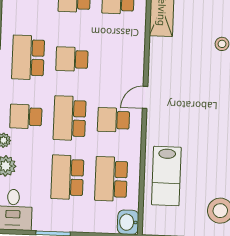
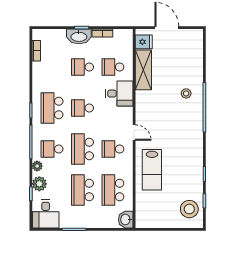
desk: (126, 40) -> (119, 94), added
door: (145, 97) -> (134, 133), swing flipped
lab bench: (166, 176) -> (152, 170), moved

